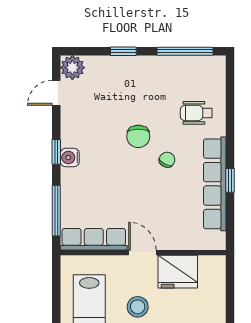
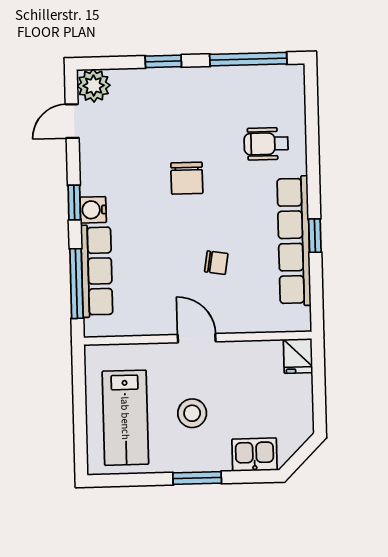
chair: (167, 160) -> (216, 263), moved, turned 72
row of seats: (94, 239) -> (97, 271), moved, turned 90
fridge: (178, 272) -> (298, 356), moved, width x0.53, depth x0.75

